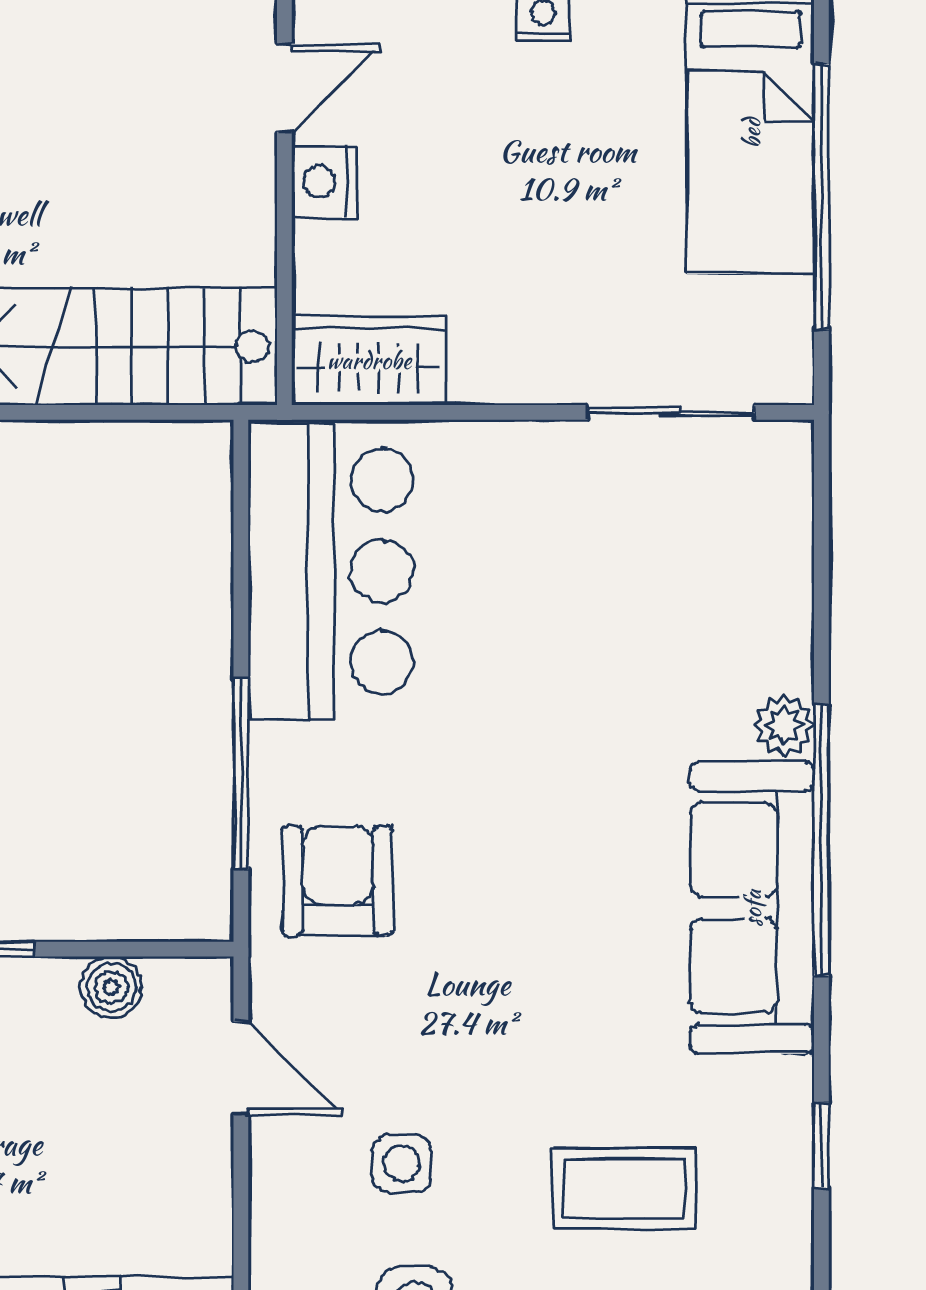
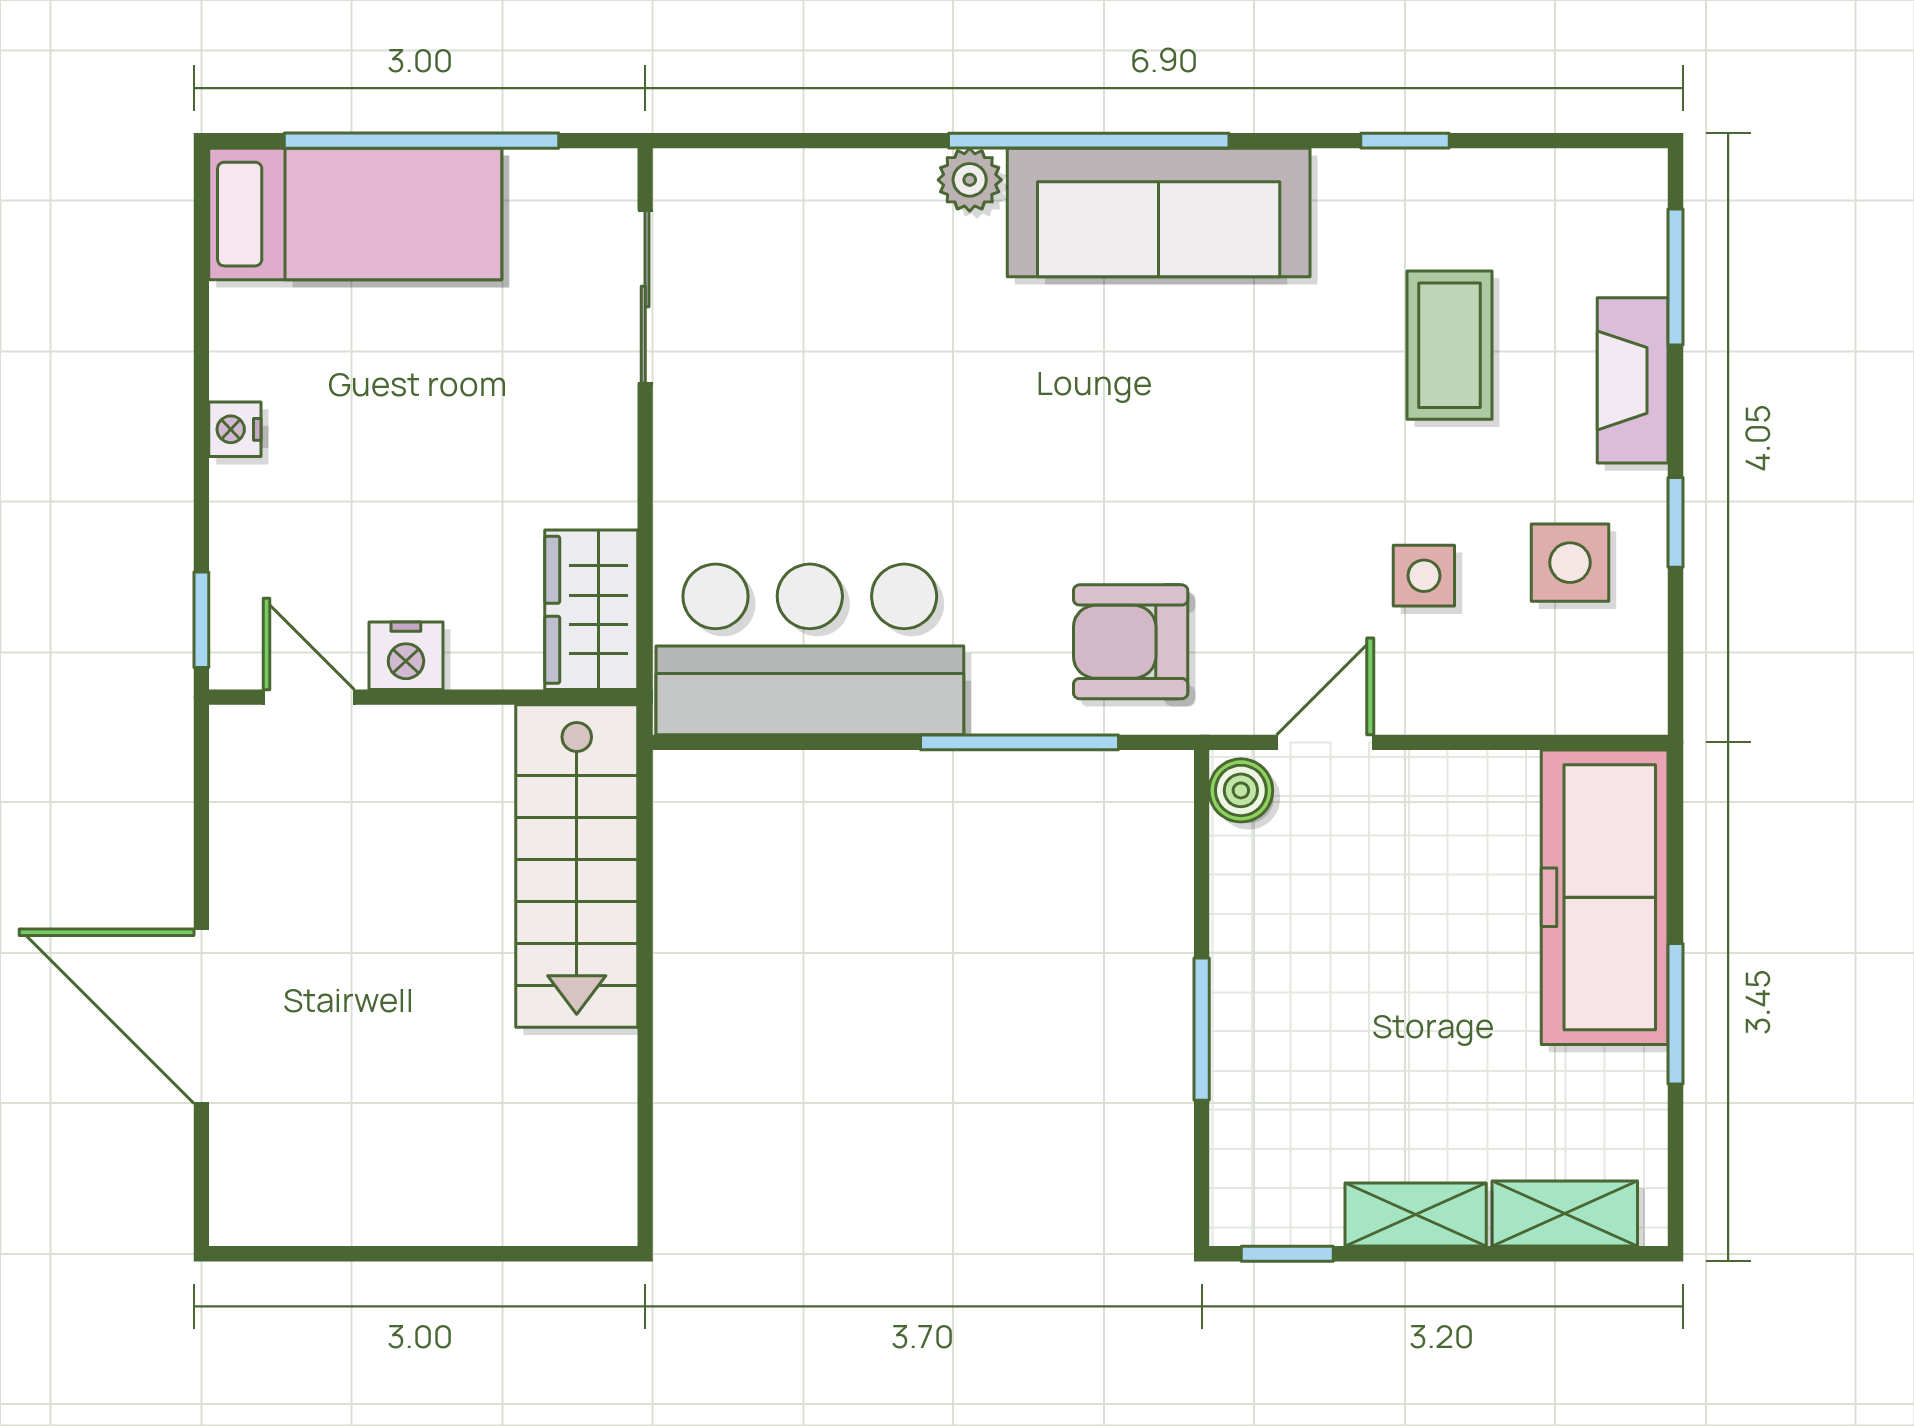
boiler: (111, 987) -> (1241, 790), moved

